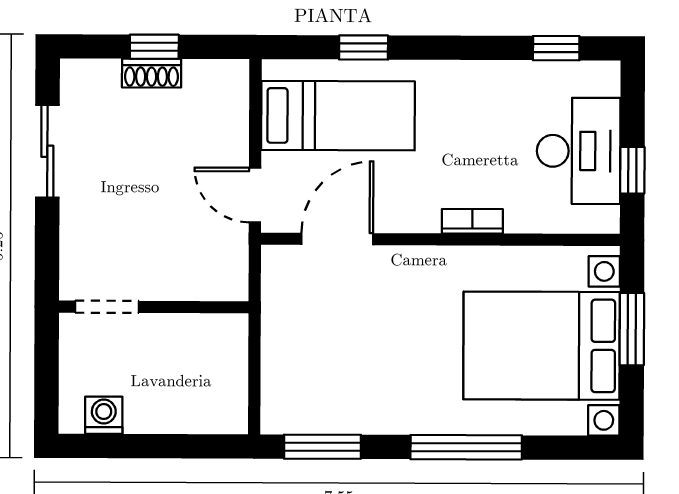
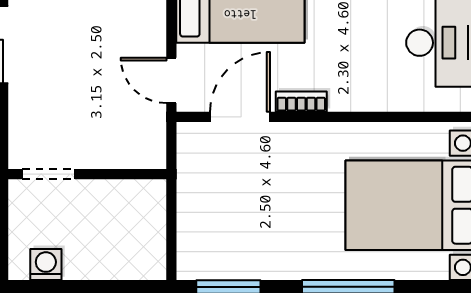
bookcase: (472, 221) -> (301, 102), moved

